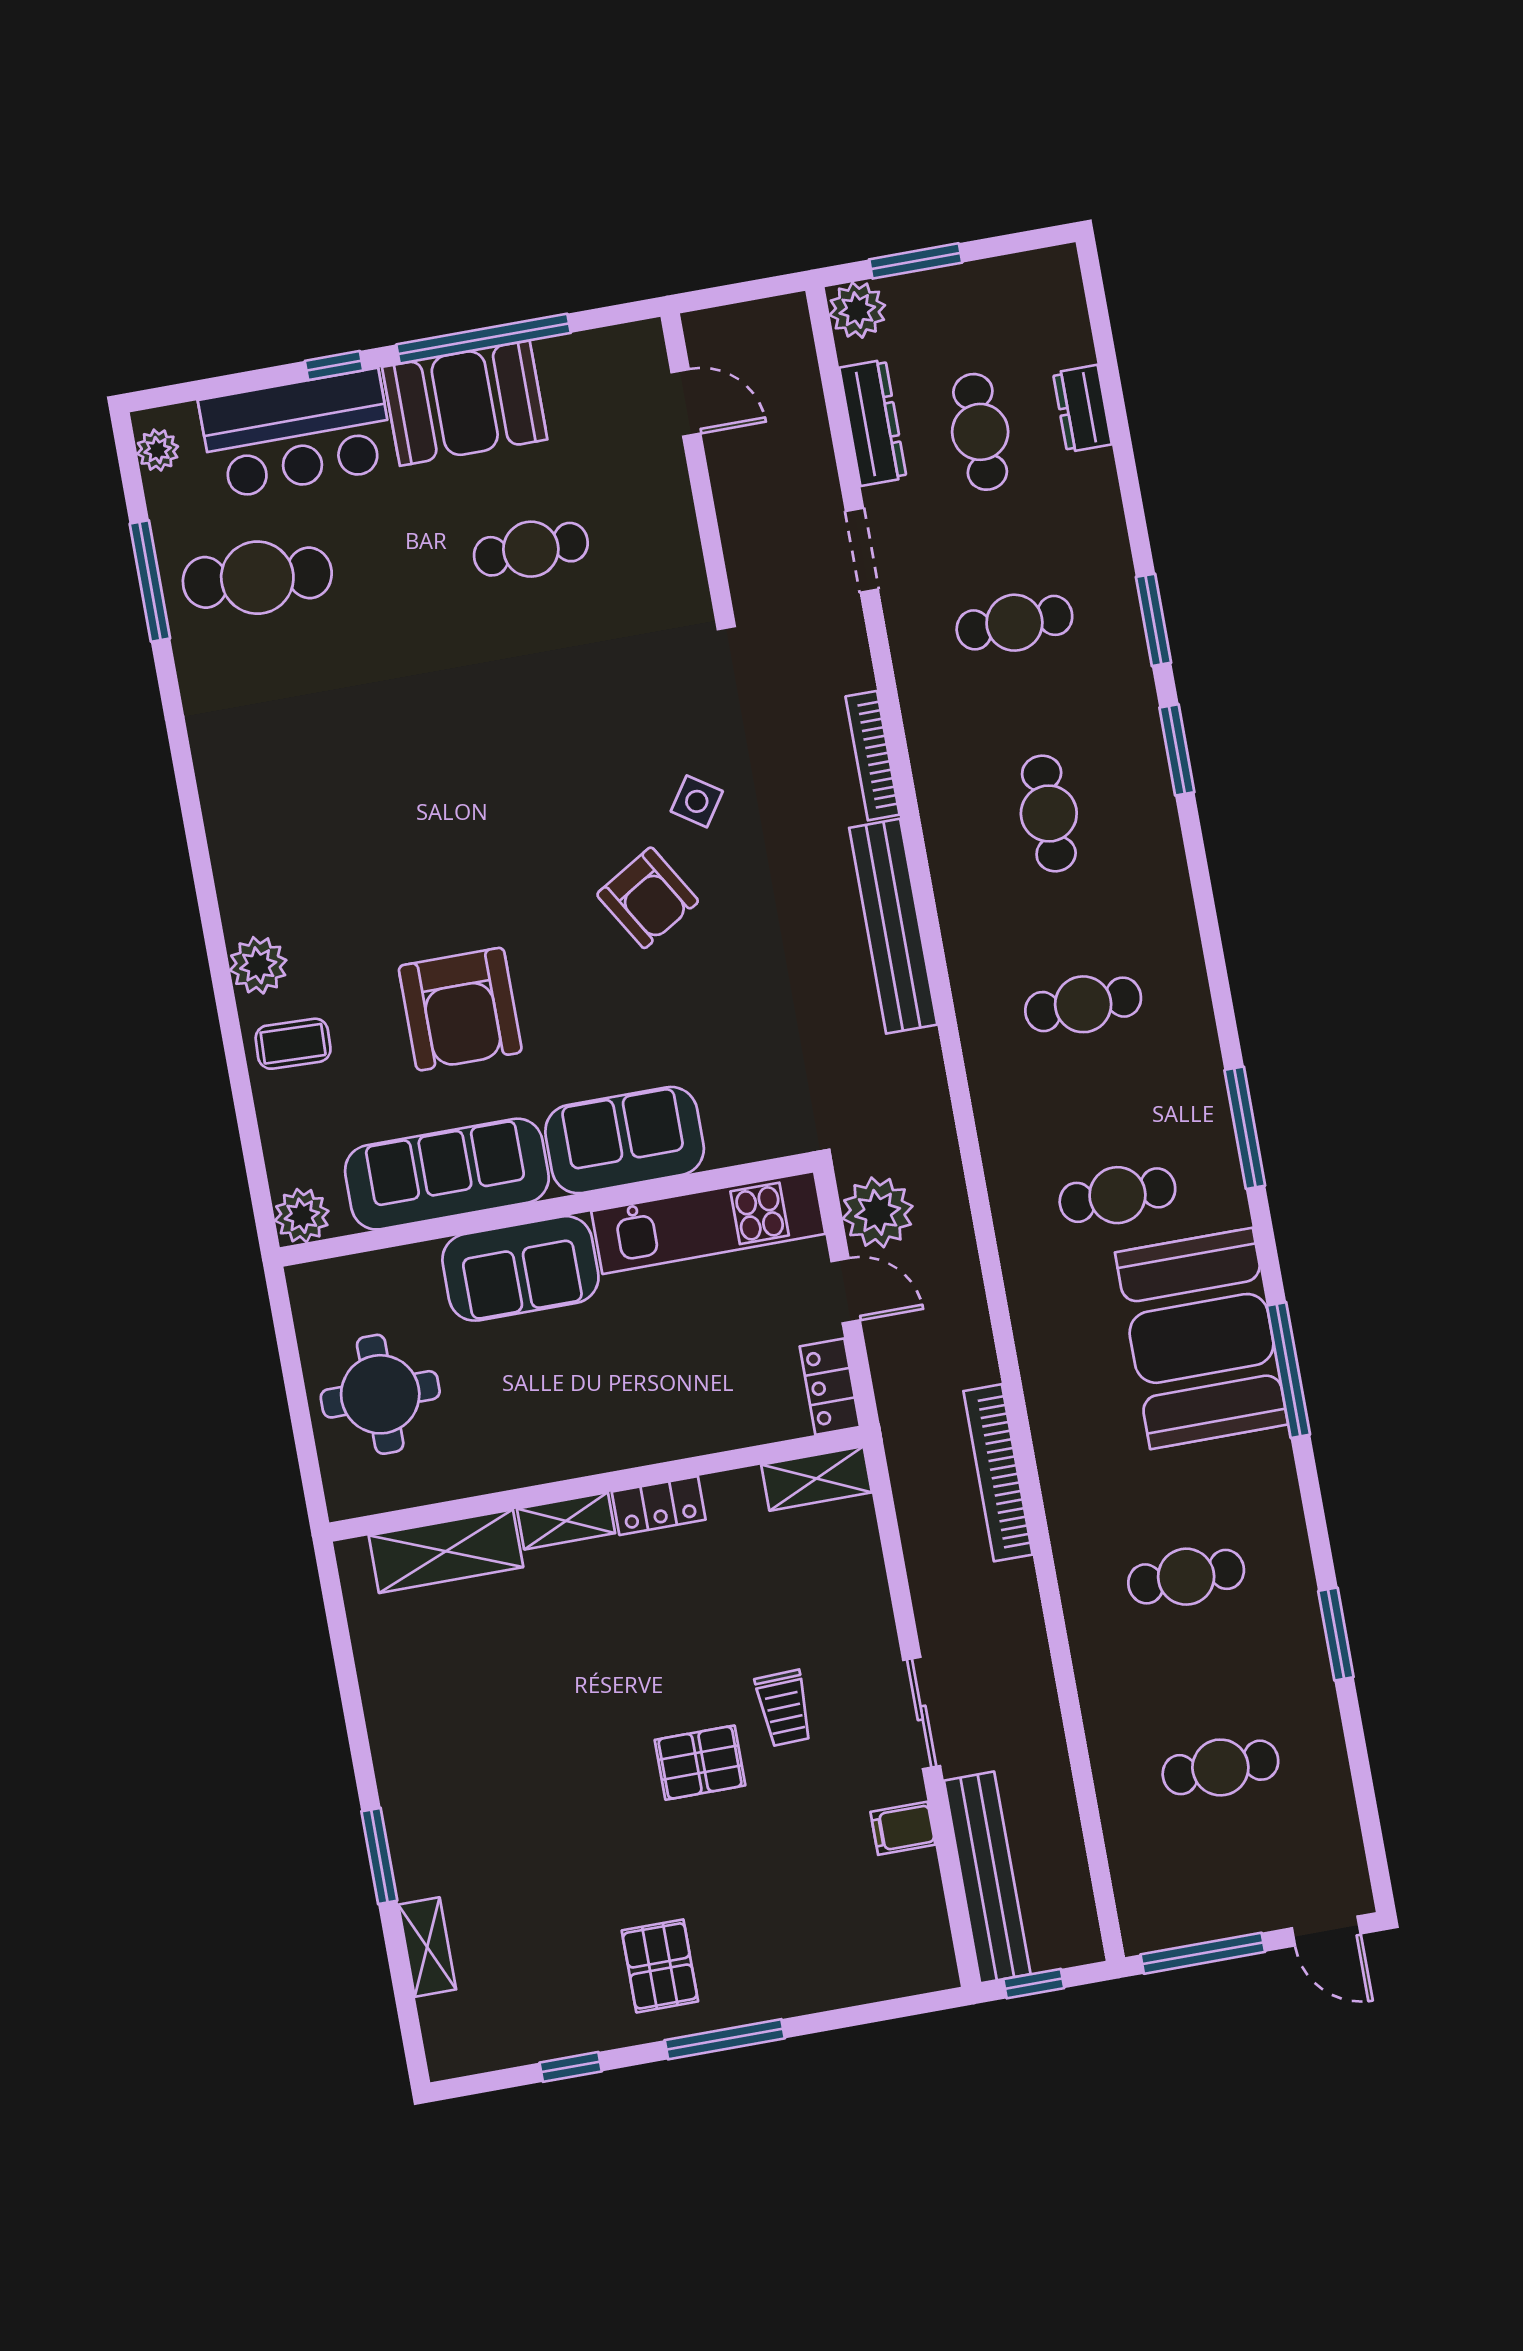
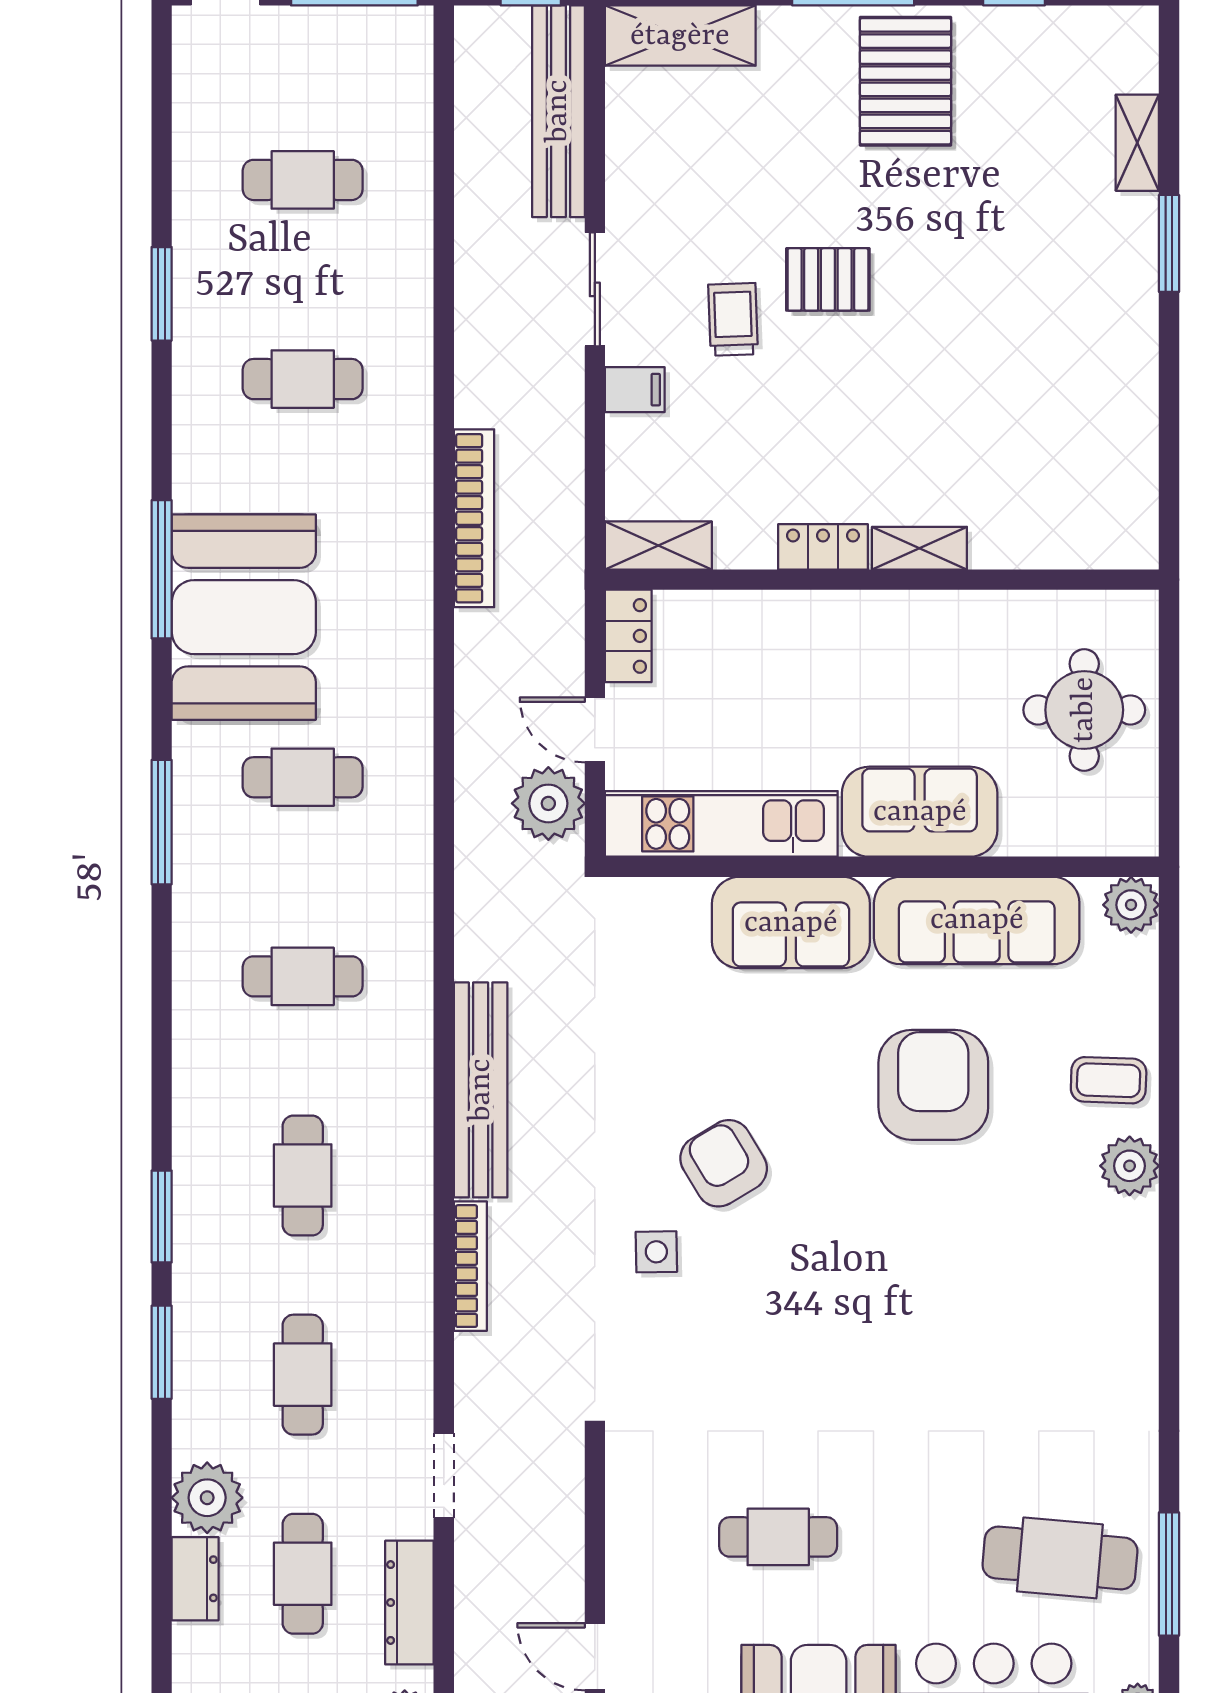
plant: (1085, 488) -> (207, 1498), added
cafe table: (1014, 623) -> (303, 1375), turned 90
side table: (697, 801) -> (656, 1252), turned -35
shelving: (446, 1551) -> (680, 36), moved
filing cabinet: (903, 1828) -> (635, 390), moved
pallet: (660, 1966) -> (905, 81), width x1.50, depth x1.42

